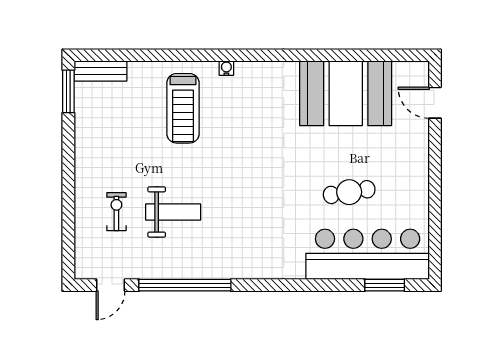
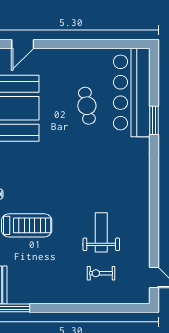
window: (185, 285) -> (154, 224), removed
window: (385, 285) -> (154, 120), moved

